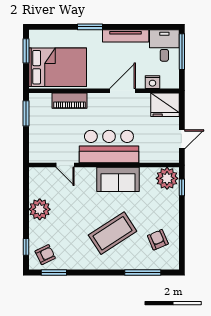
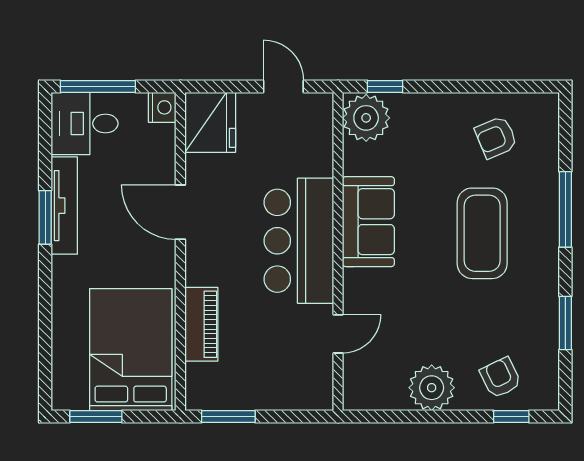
window: (90, 27) -> (45, 217), moved
nightstand: (152, 82) -> (162, 107), moved
coffee table: (113, 233) -> (482, 233), turned 33
armchair: (45, 255) -> (501, 378), moved
window: (54, 272) -> (565, 323), moved
window: (143, 272) -> (565, 209), moved

